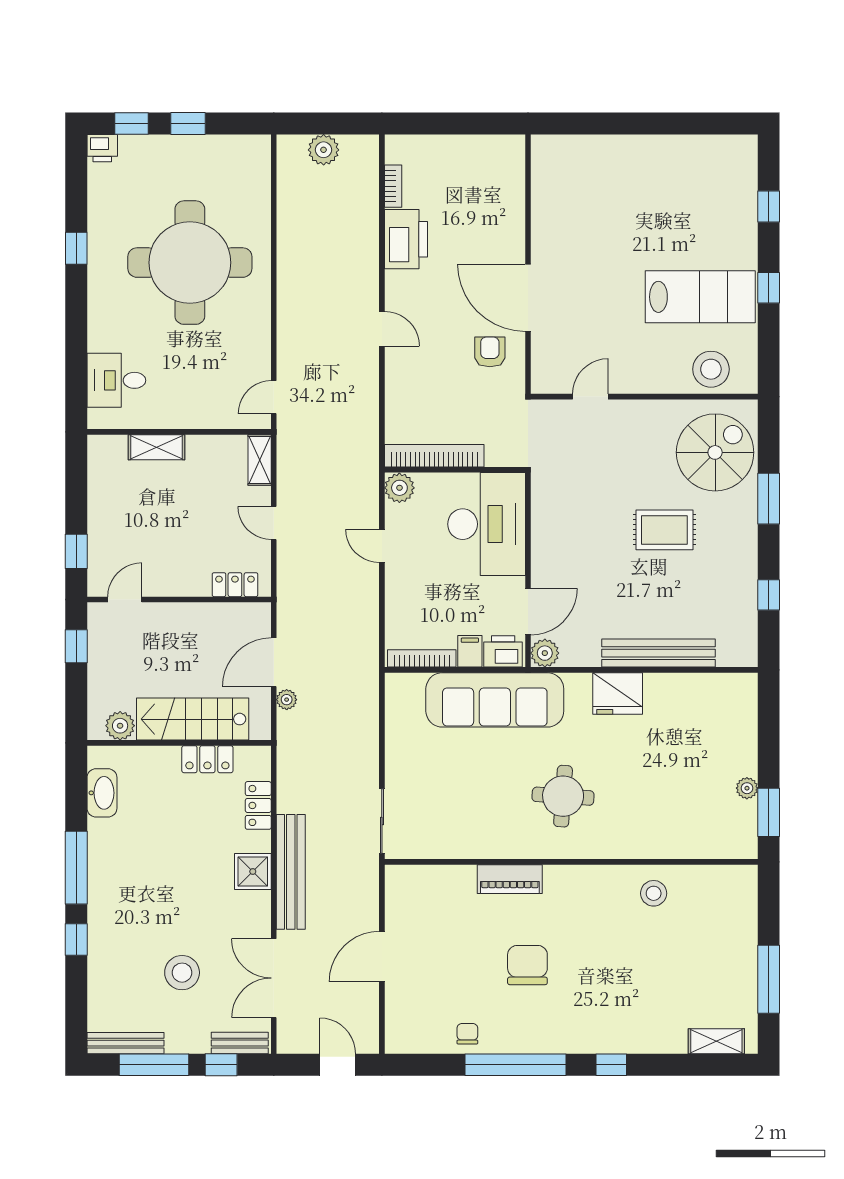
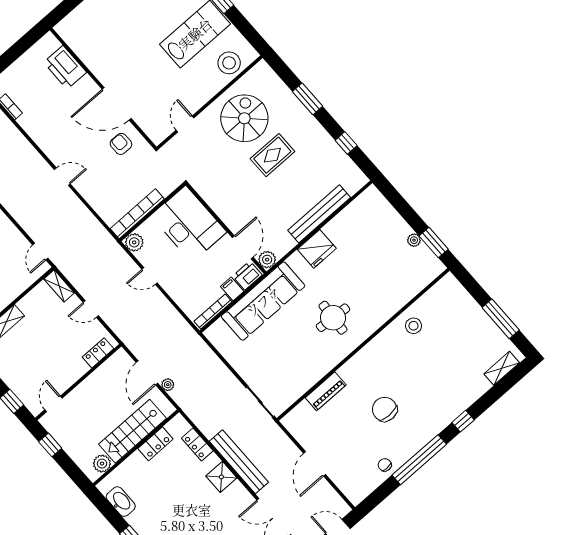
printer: (406, 239) -> (65, 67), moved, turned 180
spiral stairs: (715, 452) -> (244, 118), moved
piano: (510, 879) -> (326, 391), moved

